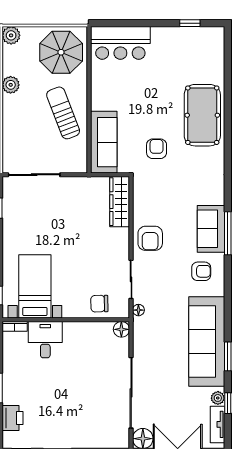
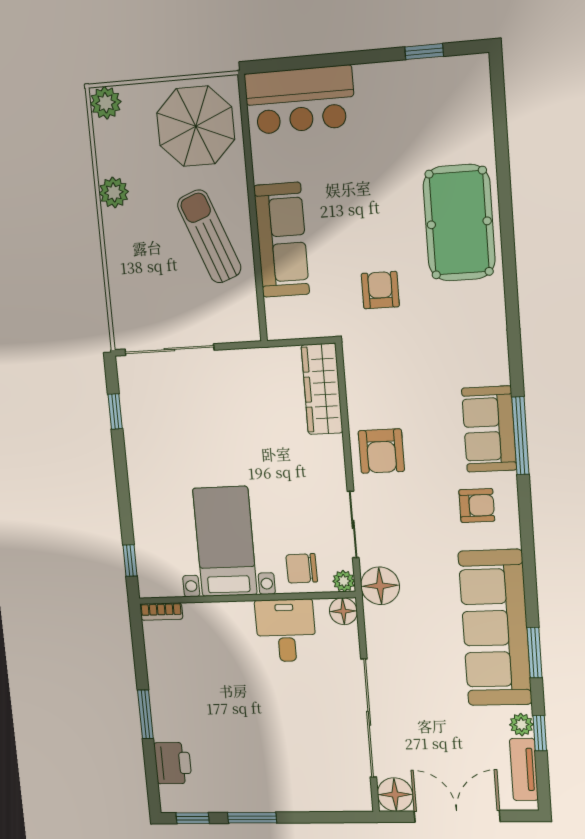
sofa: (104, 142) -> (282, 240), moved
bed with nightstands: (35, 286) -> (225, 542), moved
floor lamp: (138, 310) -> (380, 586), width x1.89, depth x1.89
plant: (123, 312) -> (344, 581), added
desk: (45, 340) -> (286, 630), moved

